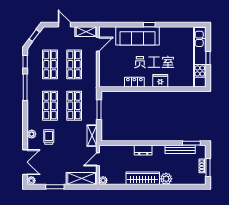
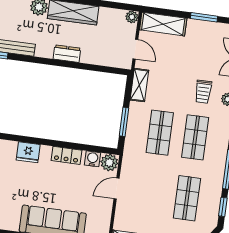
door: (98, 44) -> (117, 188), moved
shop shelf: (74, 64) -> (151, 193), removed
plant: (105, 81) -> (109, 163), added
water cooler: (117, 82) -> (93, 159), added
door: (98, 159) -> (135, 49), hinge flipped

